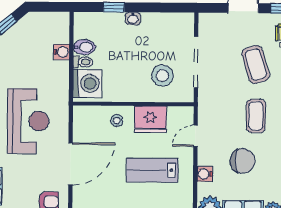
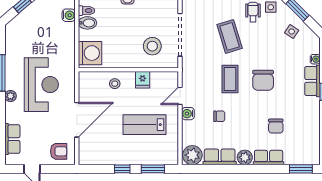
water cooler: (62, 52) -> (69, 15), moved
toilet: (83, 62) -> (86, 11), moved
fridge: (150, 119) -> (143, 80), width x0.53, depth x0.75
chair: (243, 161) -> (219, 116), width x0.54, depth x0.54
water cooler: (205, 174) -> (188, 114), moved

